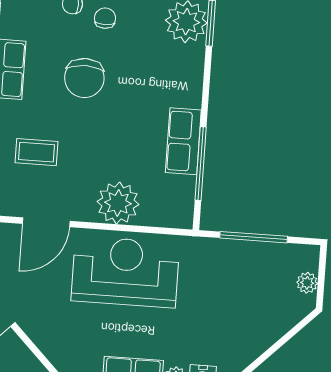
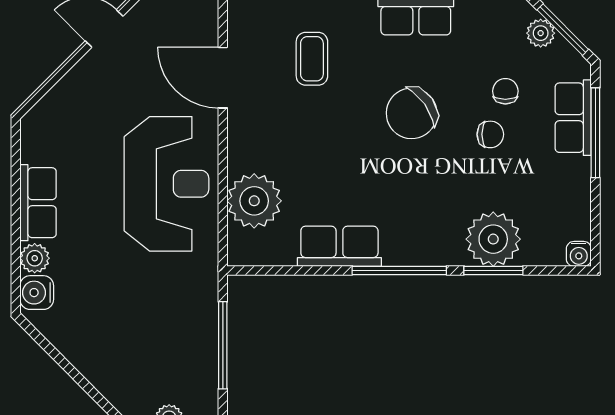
chair: (84, 78) -> (412, 113), turned -35
window: (201, 164) -> (399, 270), moved
plant: (118, 203) -> (254, 201), moved

